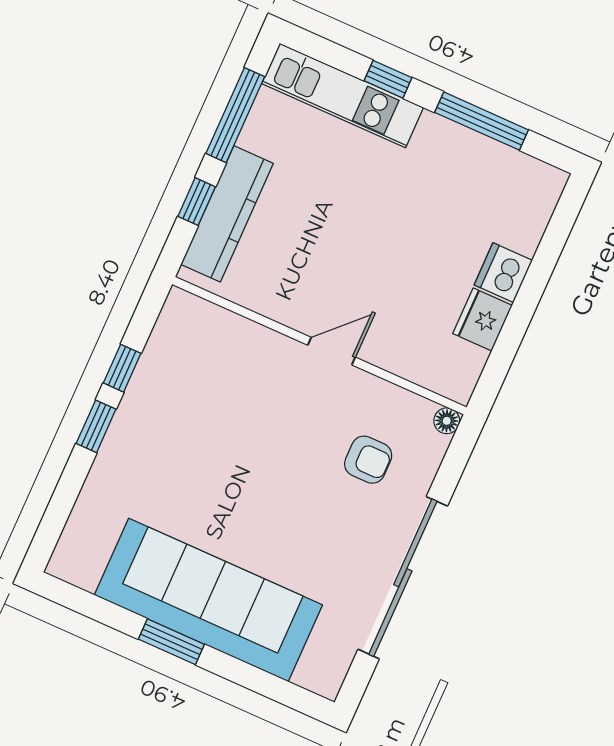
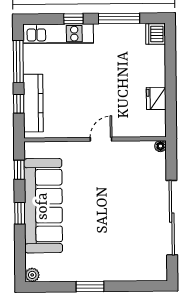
dishwasher: (503, 273) -> (156, 34), moved
window: (122, 368) -> (19, 170), moved
armchair: (368, 460) -> (136, 176), removed
plant: (64, 564) -> (32, 275), added
sofa: (208, 600) -> (43, 206), moved, turned 90

